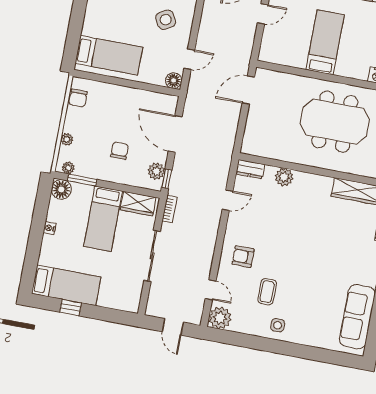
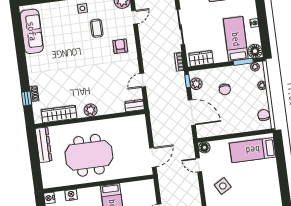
door: (189, 59) -> (199, 165), hinge flipped
plant: (284, 177) -> (91, 110), moved
bed: (103, 219) -> (236, 39), moved
armchair: (243, 257) -> (120, 46), turned -90
door: (211, 290) -> (134, 17), swing flipped

